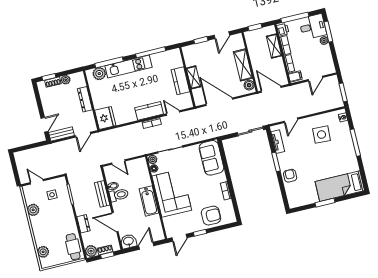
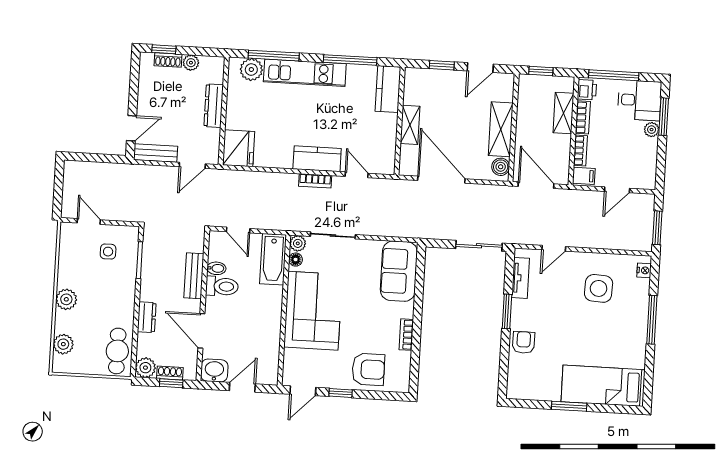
kitchen counter: (180, 81) -> (388, 89), moved
bathtub: (149, 201) -> (273, 259), moved
plant: (33, 210) -> (66, 299), moved

